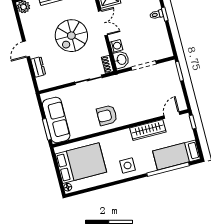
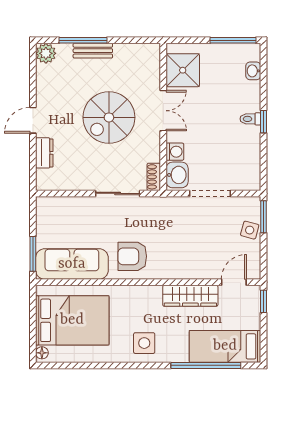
side table: (173, 81) -> (250, 230), added
sofa: (56, 120) -> (72, 264), moved, turned -90

